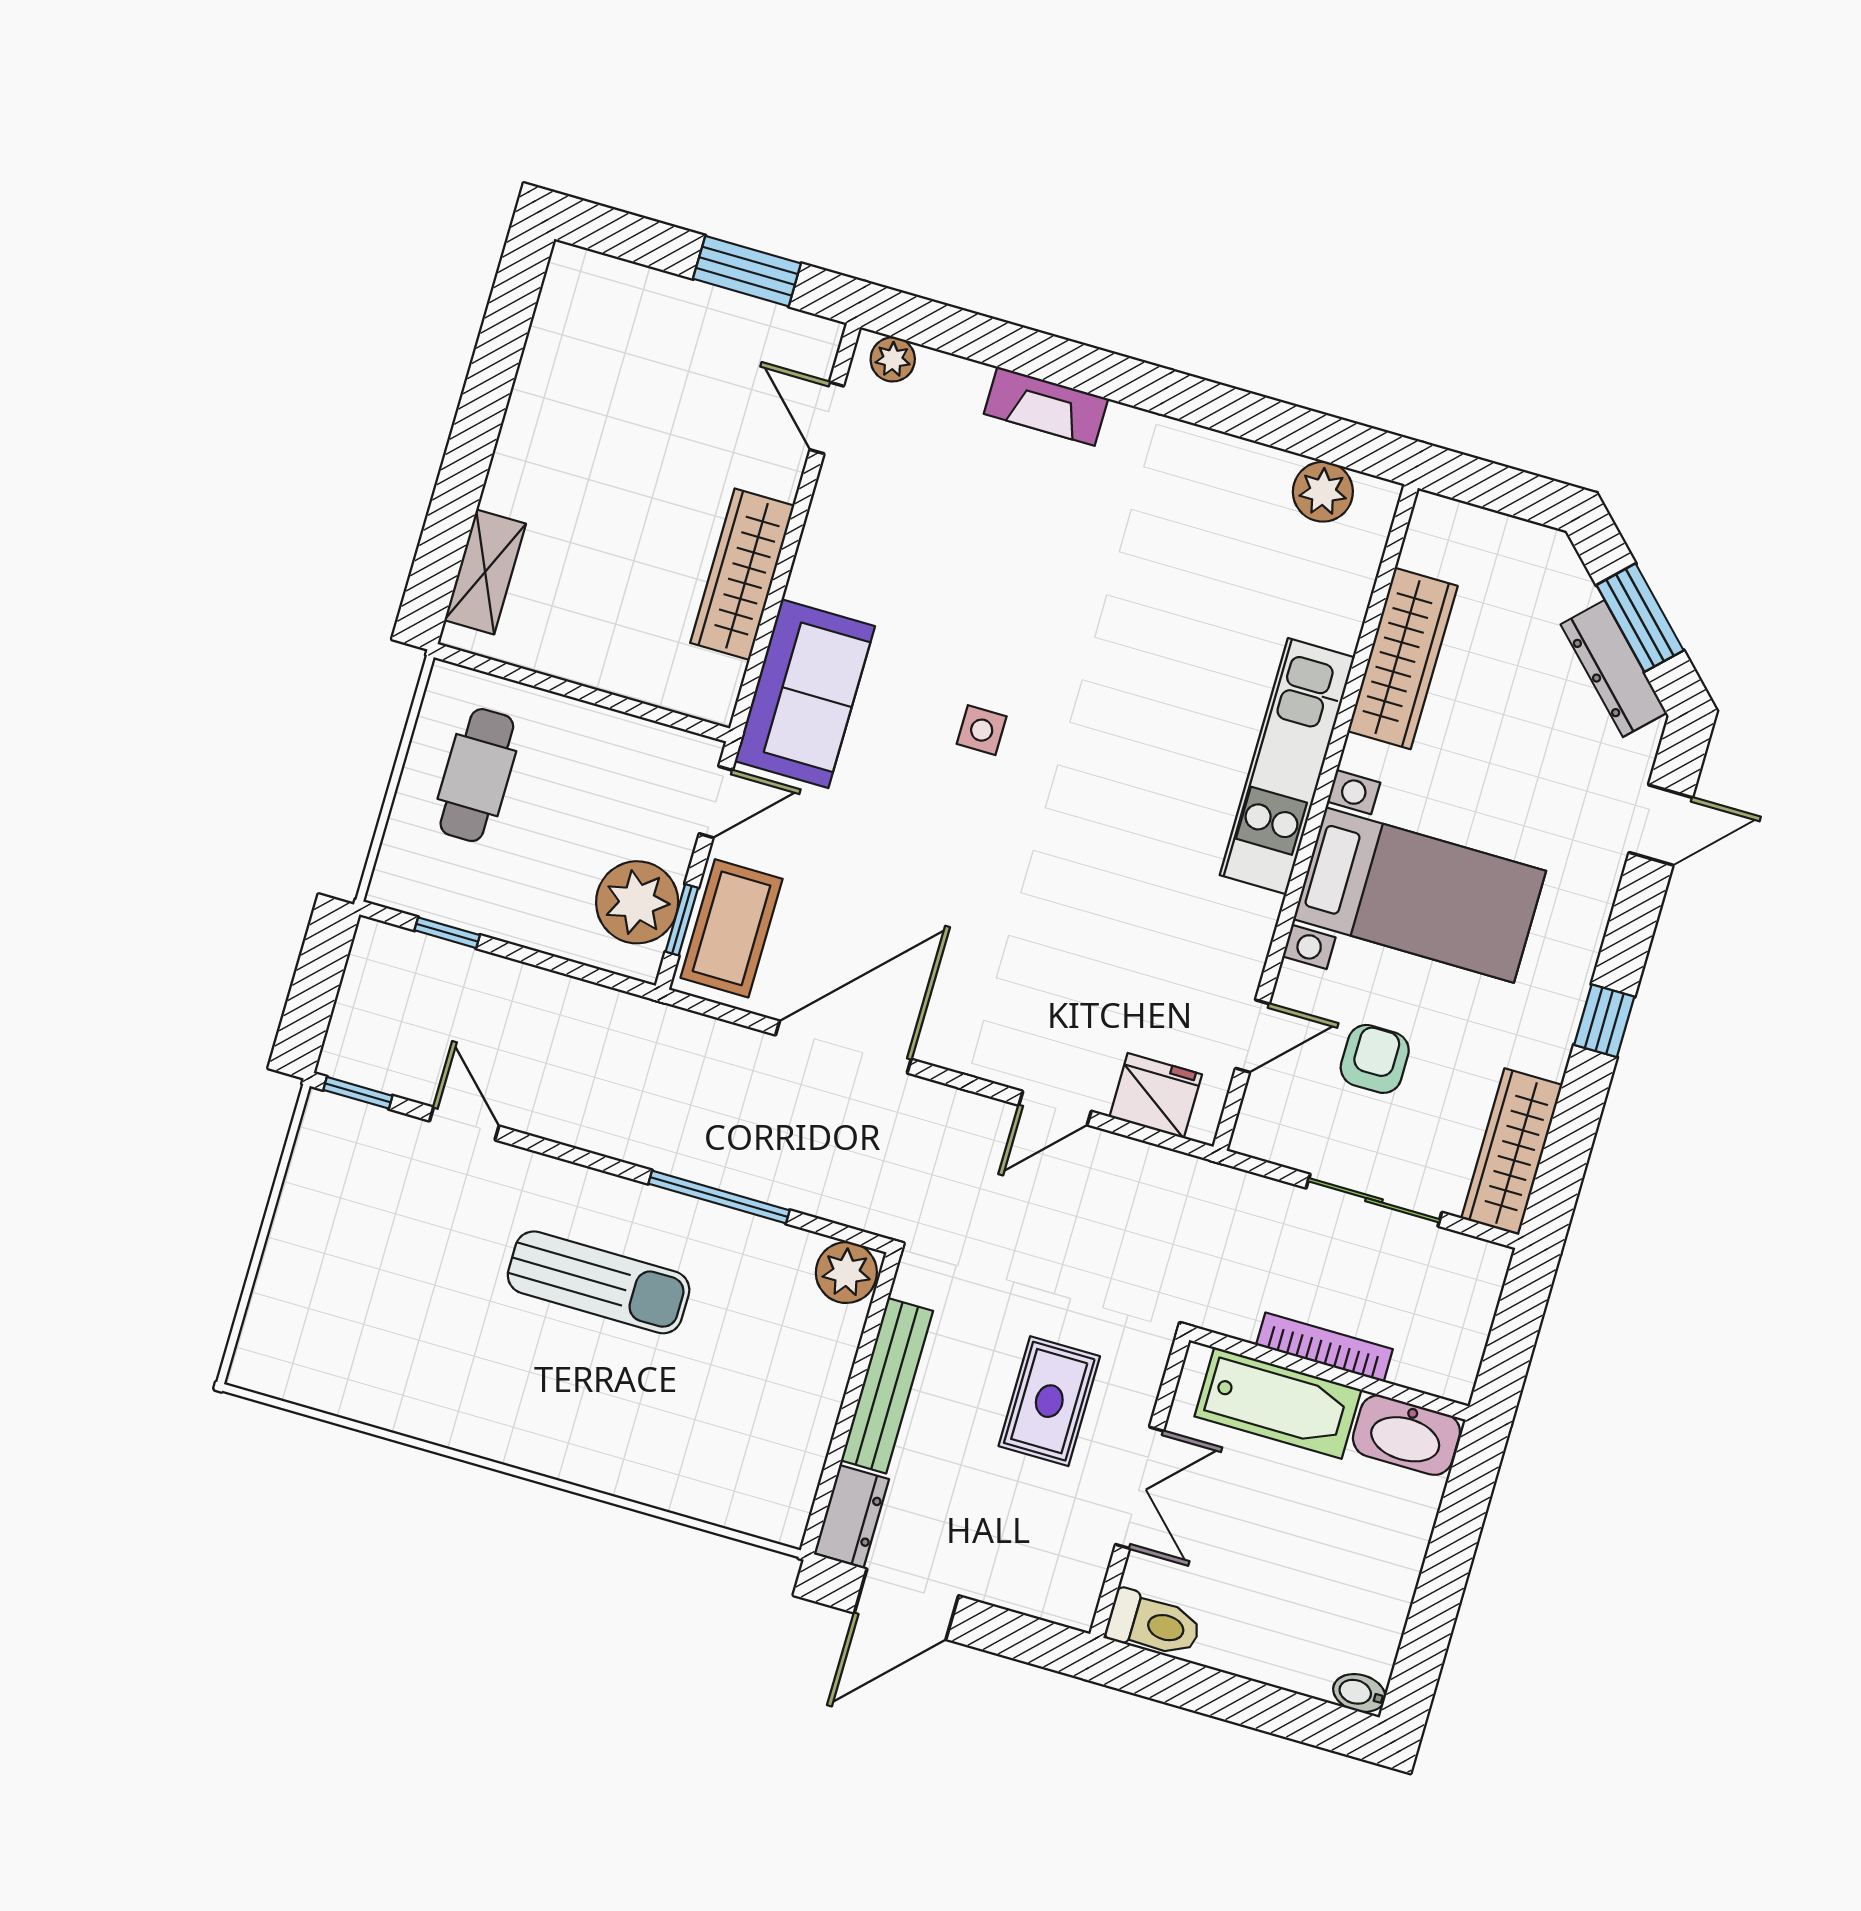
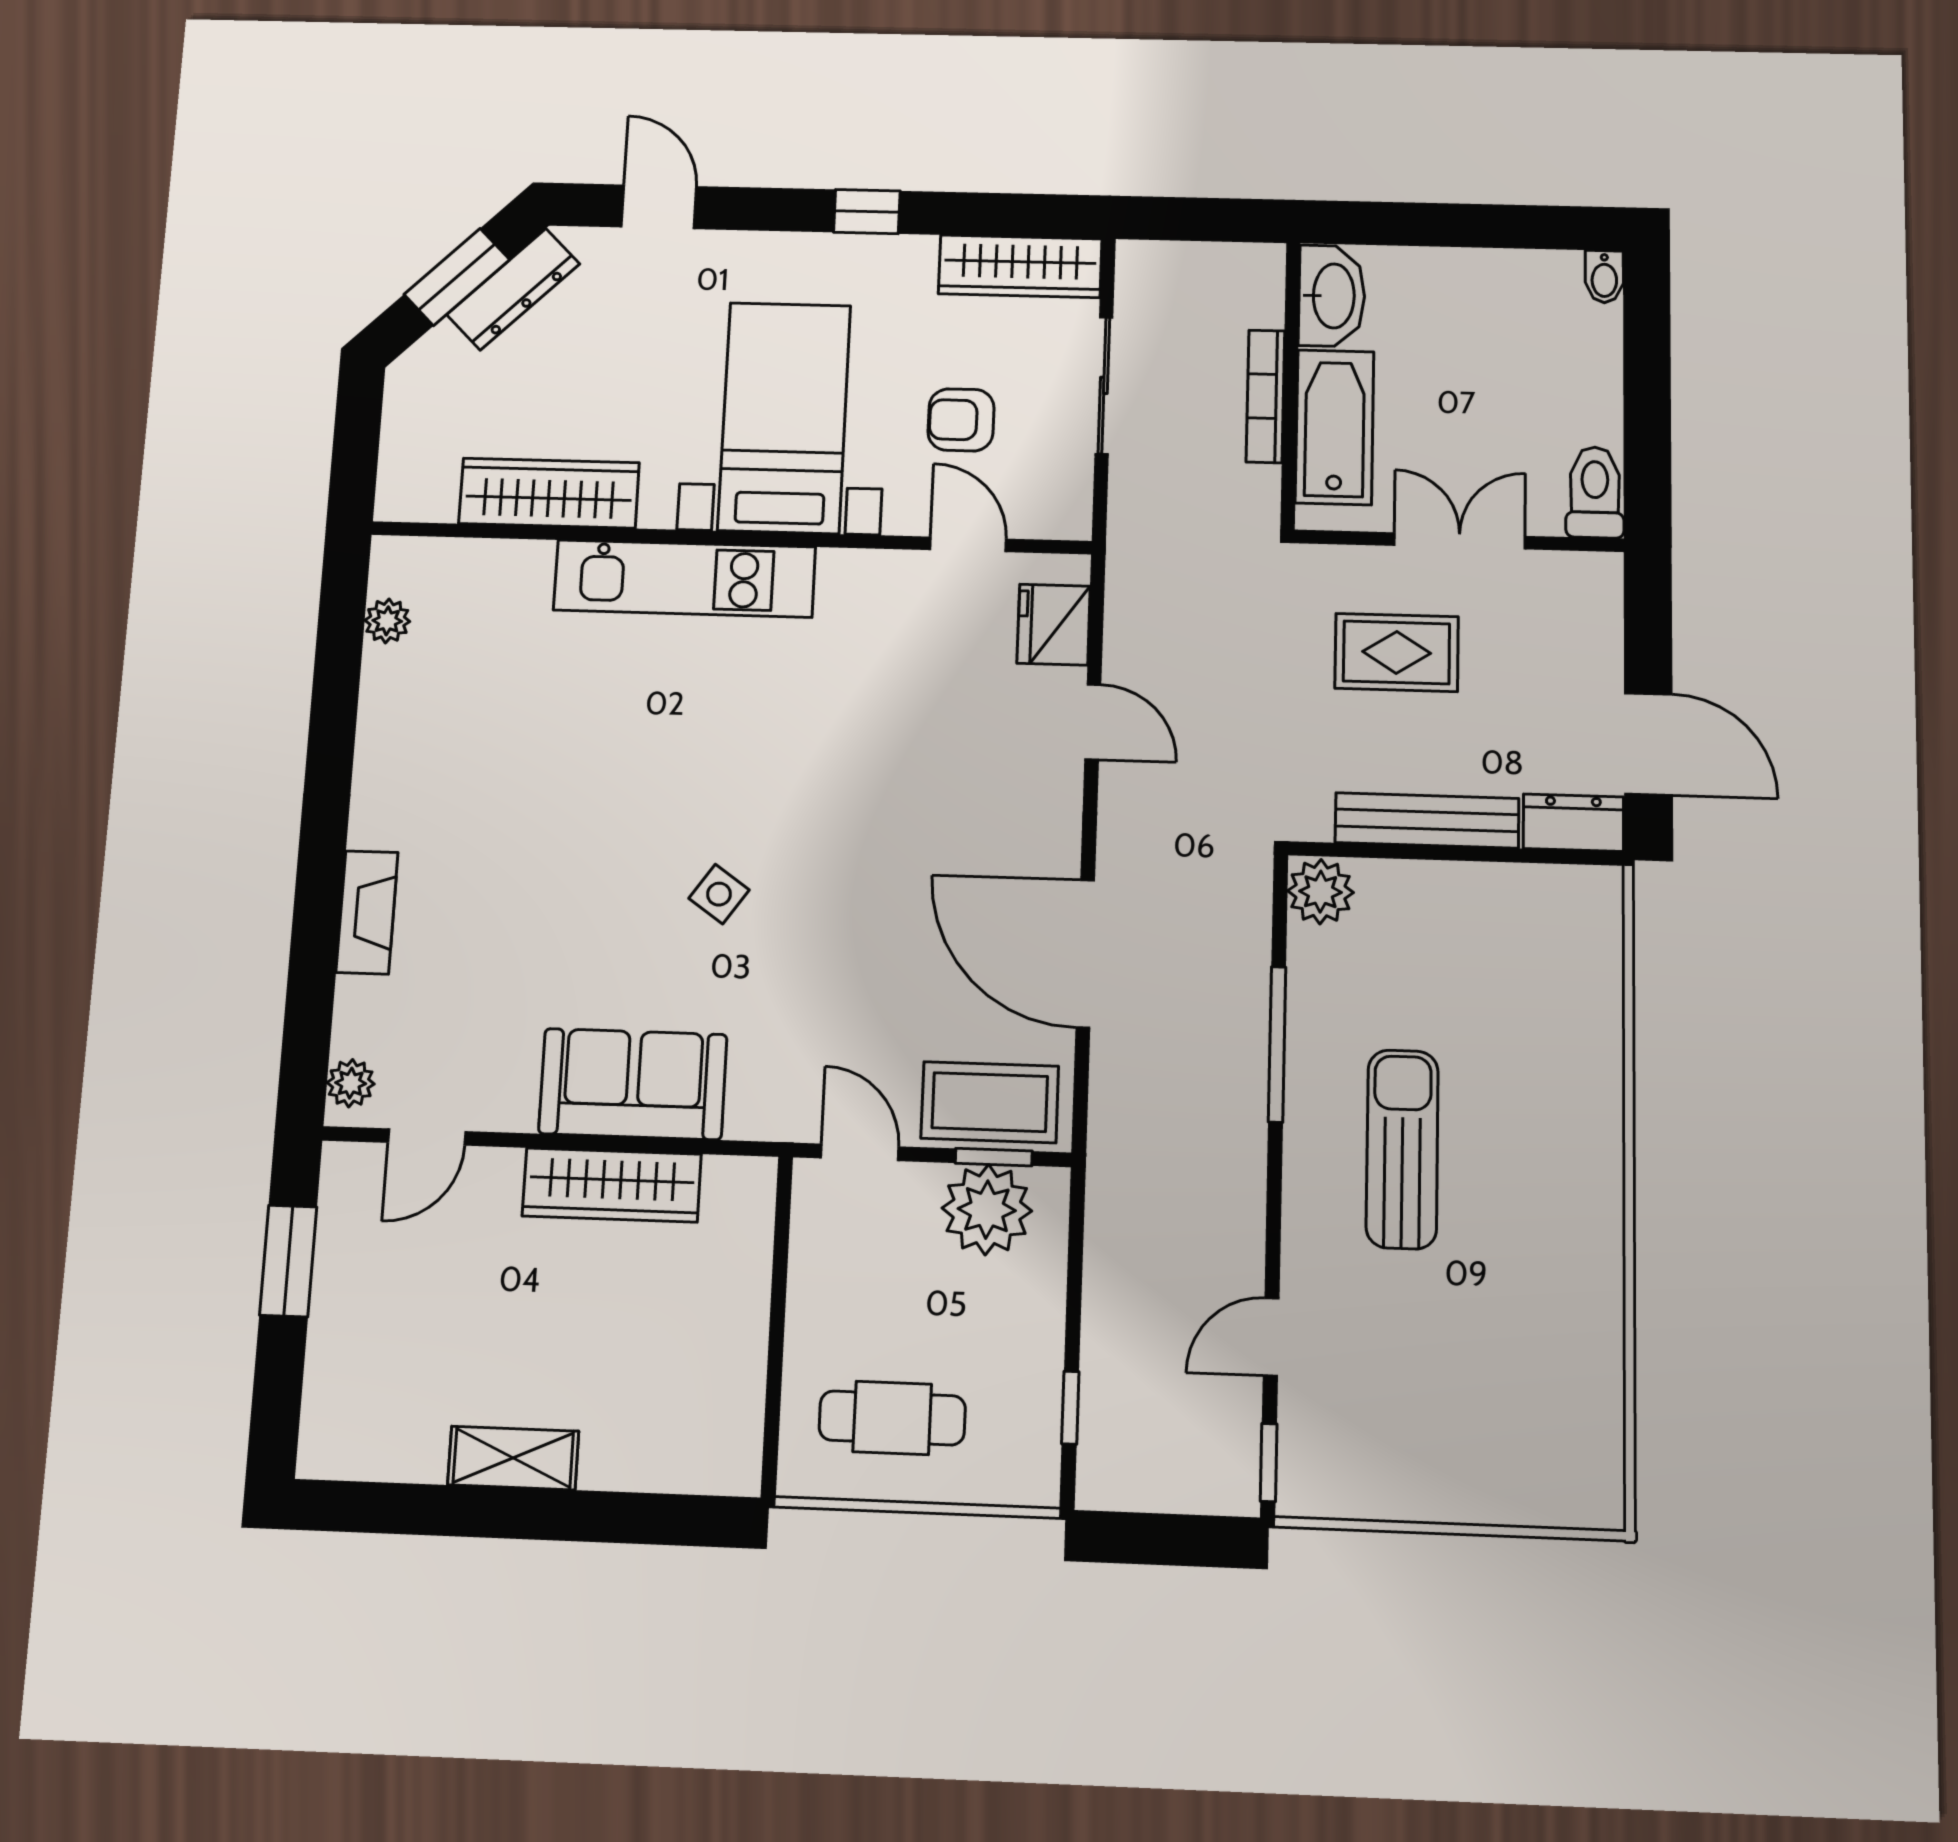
plant: (1323, 492) -> (387, 621), width x0.73, depth x0.73
shelving: (485, 572) -> (513, 1458), moved
sofa: (805, 694) -> (633, 1084), moved
side table: (982, 730) -> (719, 894), turned 35

